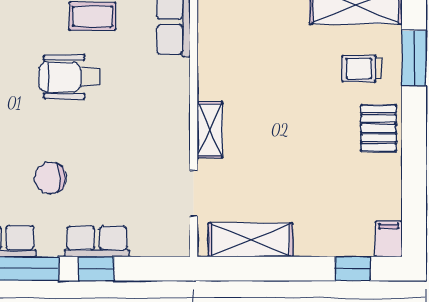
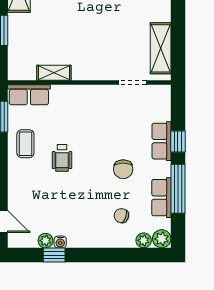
wheelchair: (69, 77) -> (62, 158), width x0.73, depth x0.73
shelving: (210, 130) -> (54, 73), moved

